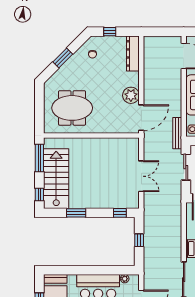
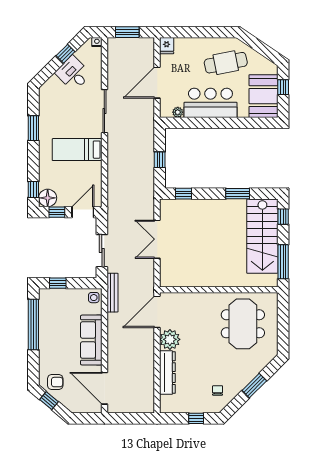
dresser: (133, 53) -> (167, 373), moved
meeting table: (72, 108) -> (243, 324), turned 90

